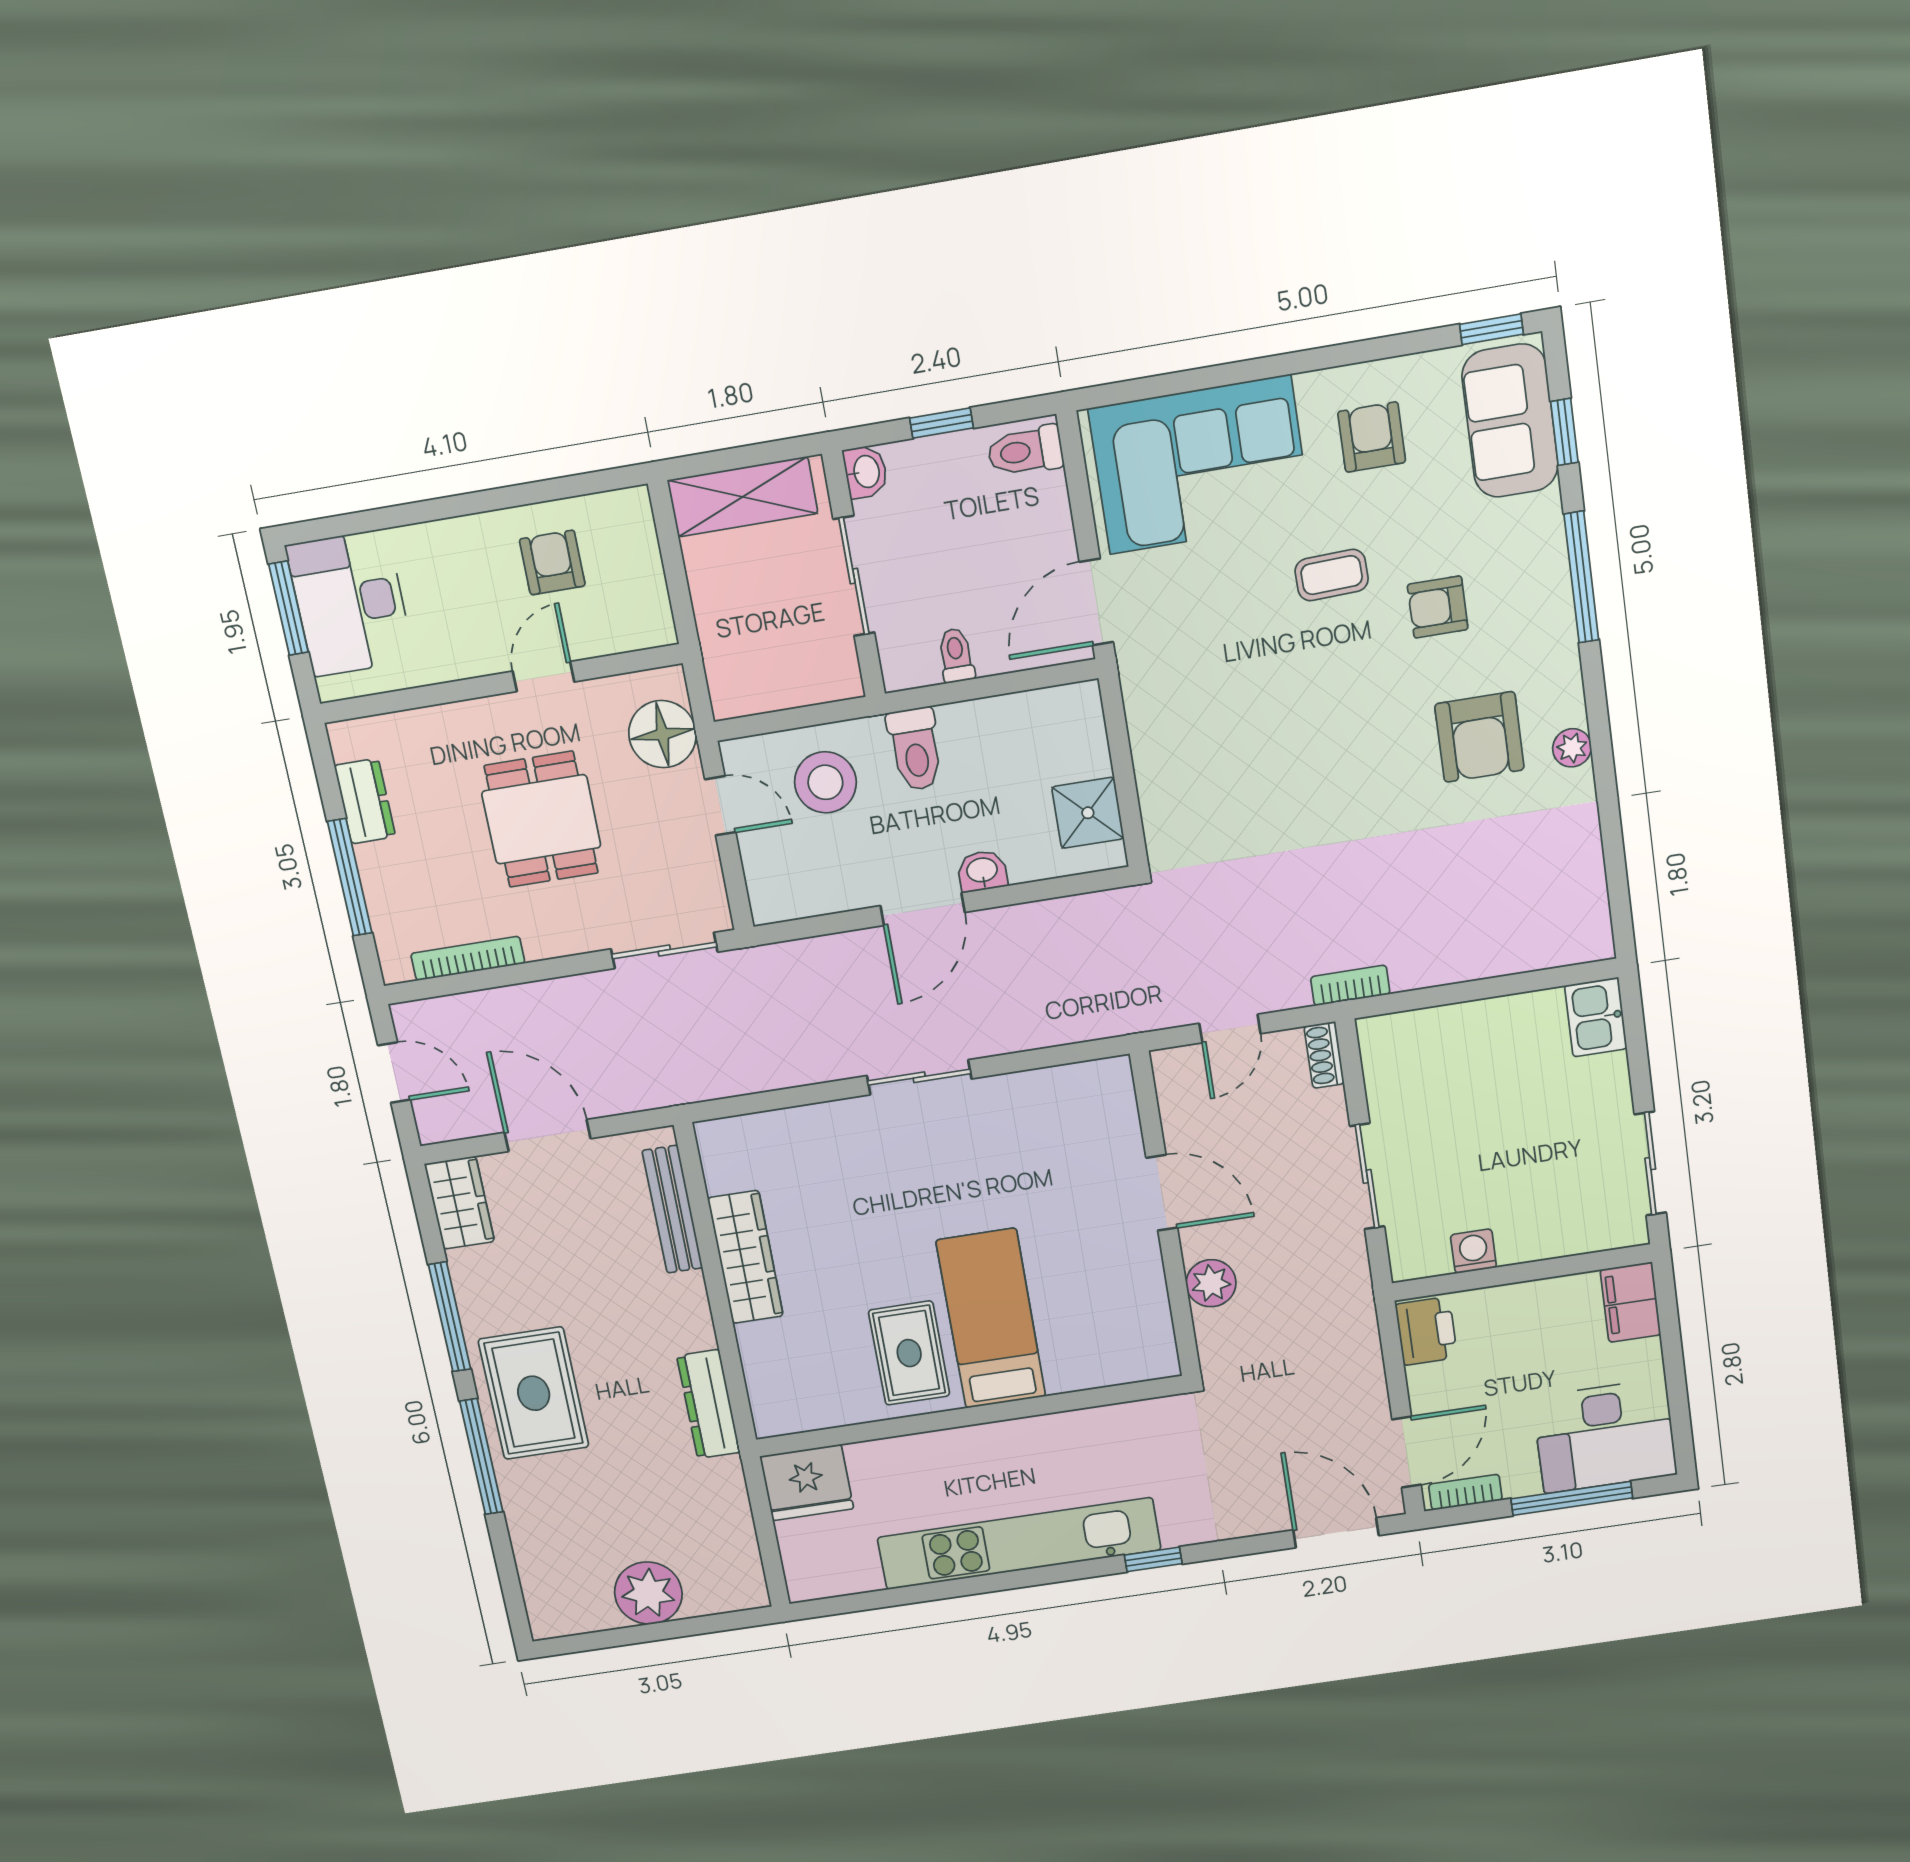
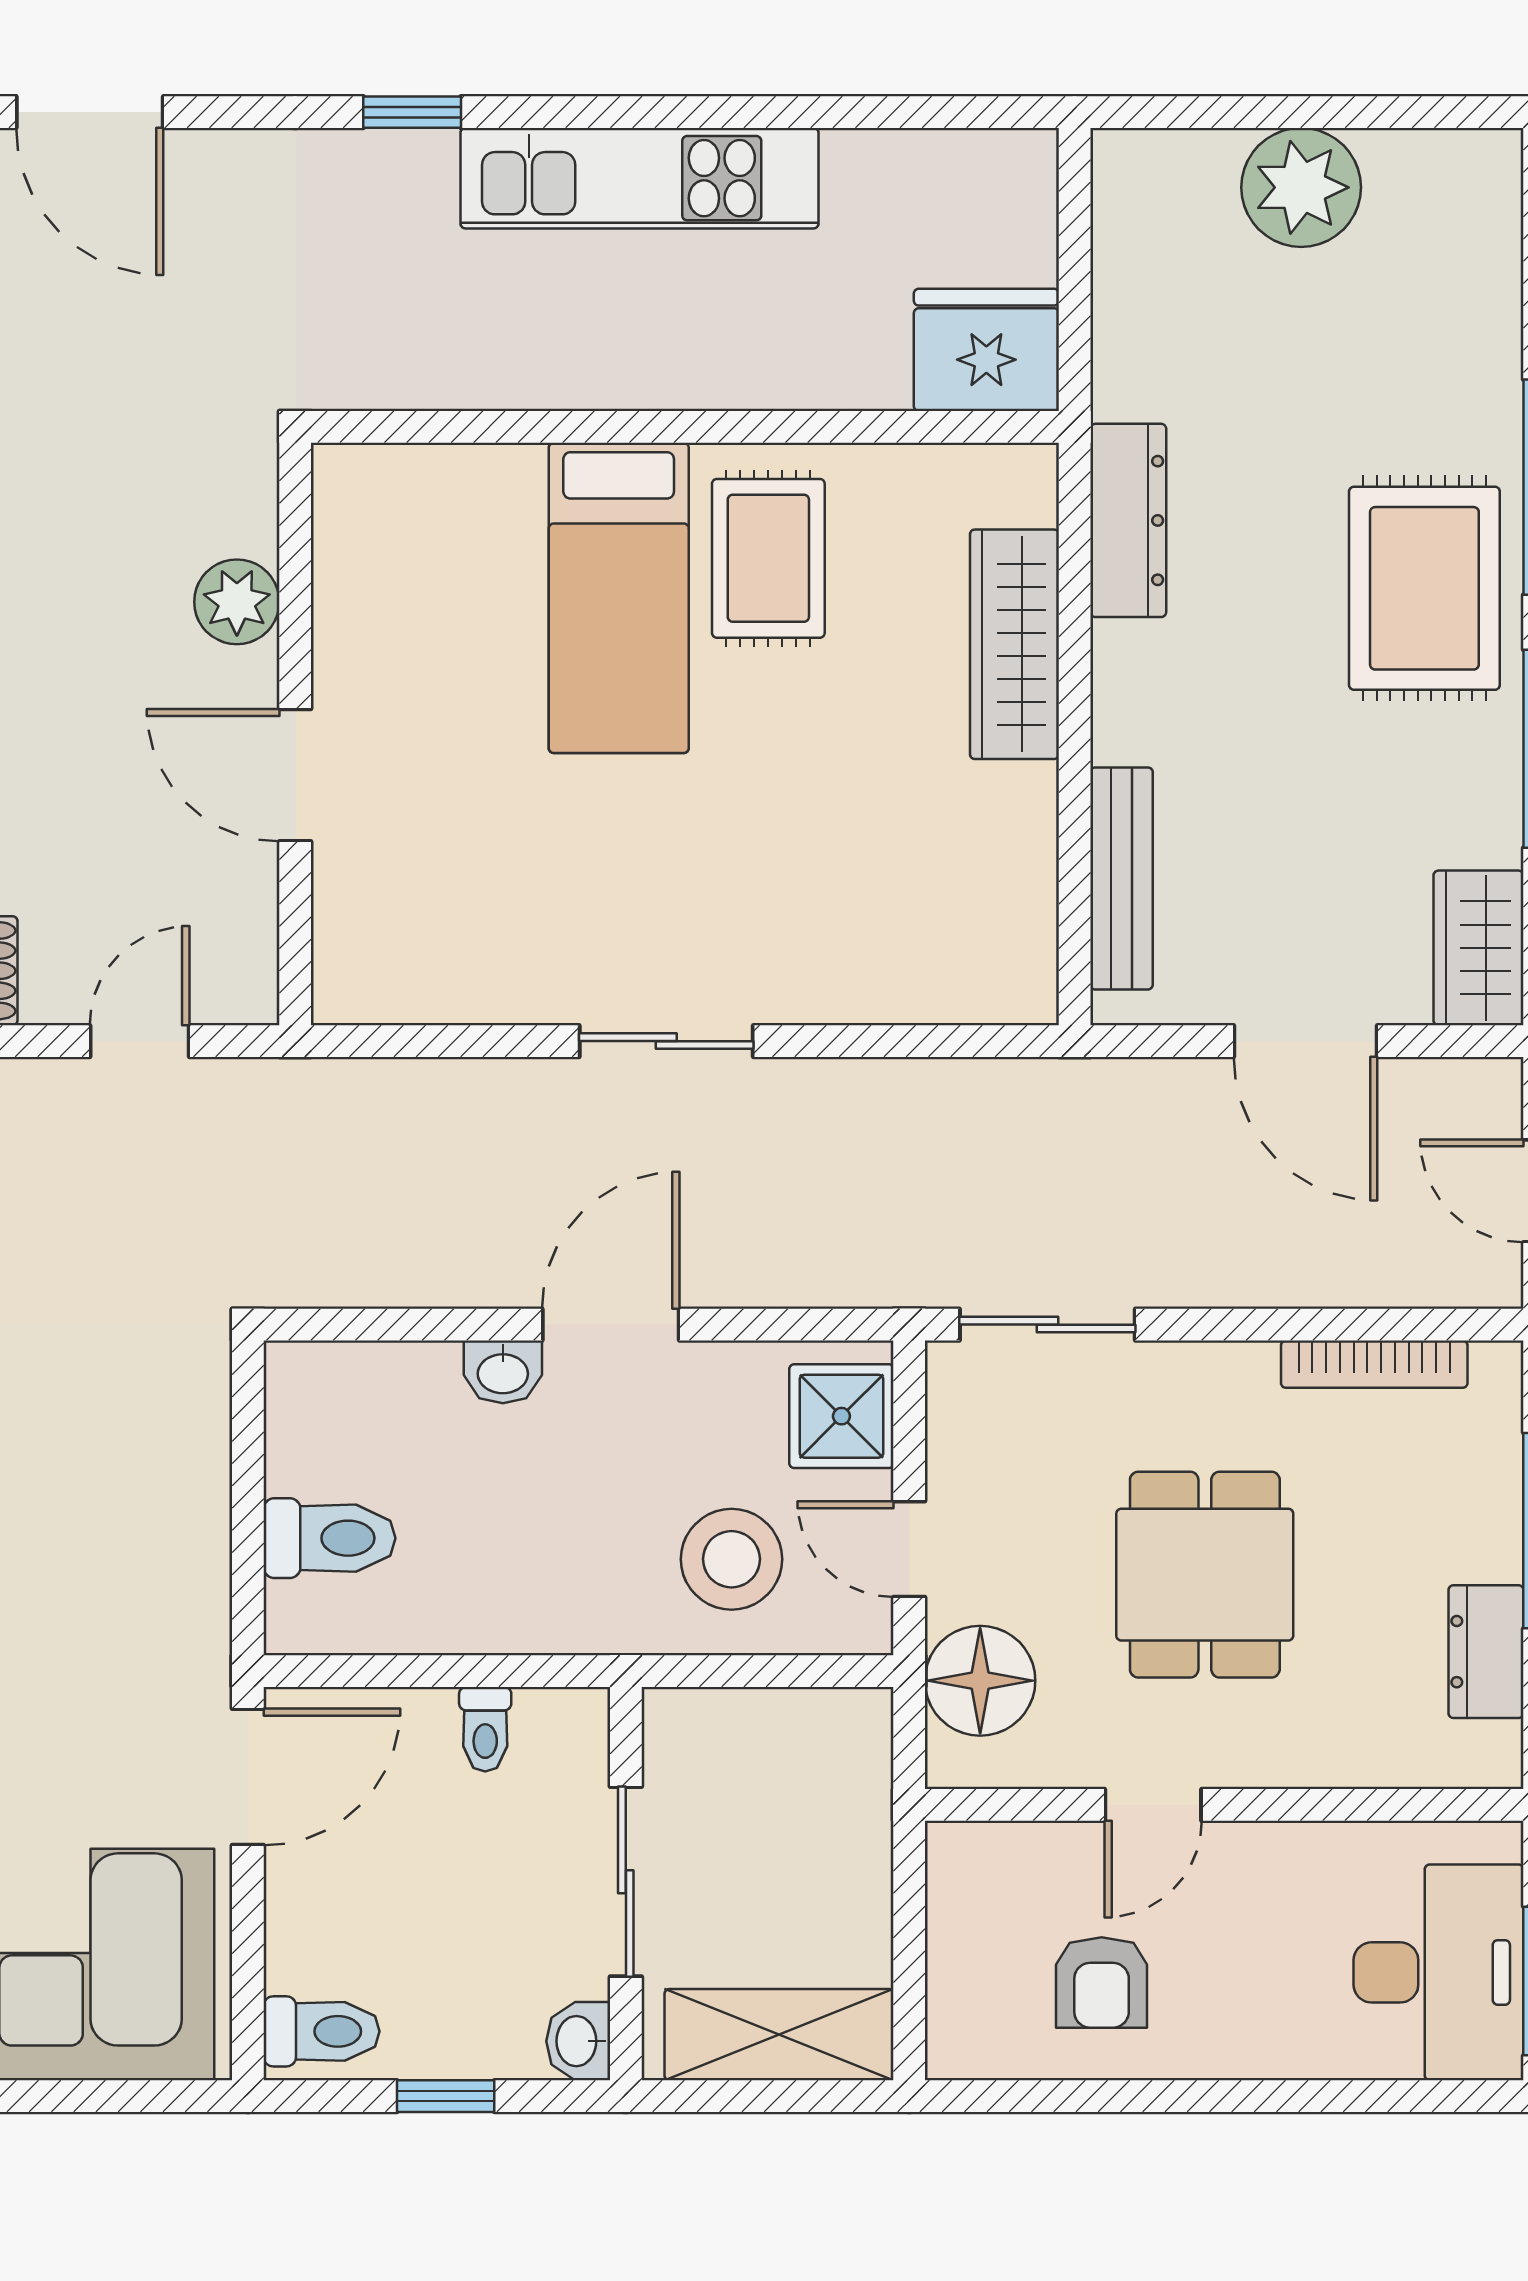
toilet: (915, 749) -> (329, 1538), moved, turned 90
shower: (1088, 813) -> (841, 1416), moved
wardrobe: (746, 1257) -> (1014, 644), moved
kitchen unit: (1019, 1544) -> (640, 178), width x0.73

